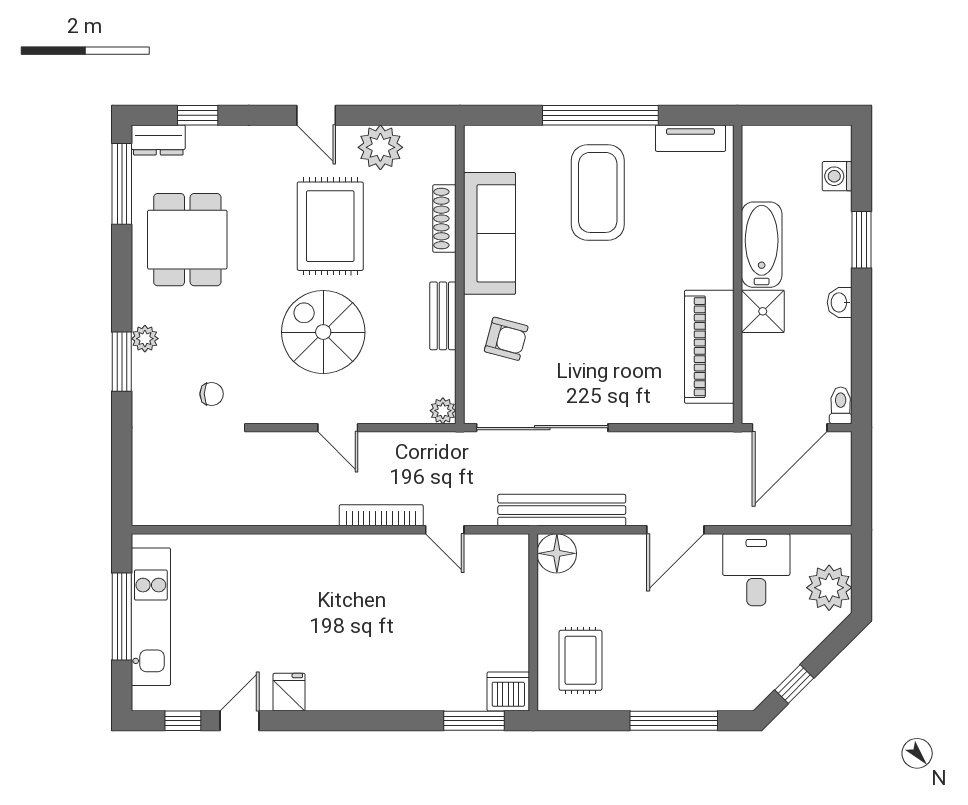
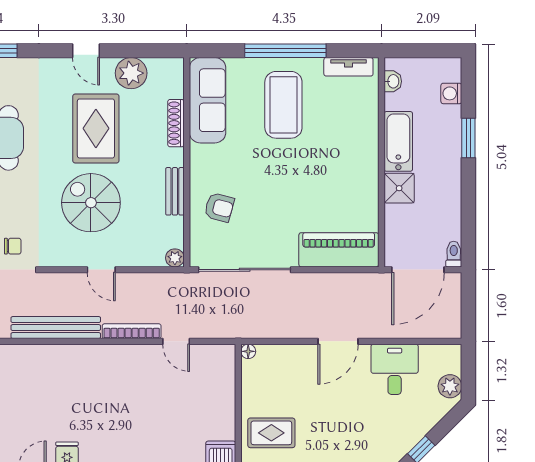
sofa: (490, 233) -> (208, 100), moved
washbasin: (840, 302) -> (393, 81), moved, turned 180
piano: (709, 347) -> (339, 250), moved, turned 90
bench: (562, 510) -> (56, 328), moved
floor lamp: (557, 553) -> (248, 351), width x0.53, depth x0.53
plant: (829, 588) -> (450, 386), width x0.73, depth x0.73
rug: (581, 660) -> (271, 433), turned 90

